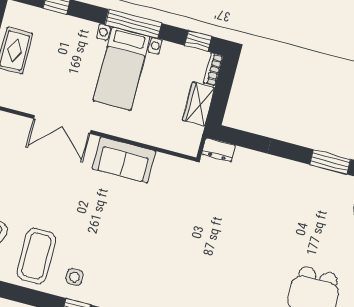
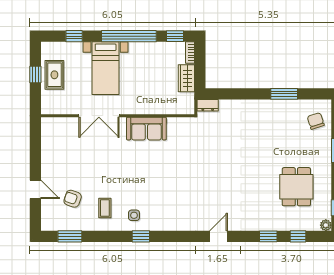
window: (133, 24) -> (129, 36), width x1.46
bed with nightstands: (121, 69) -> (106, 68), moved
coffee table: (36, 256) -> (105, 208), width x0.54, depth x0.58

